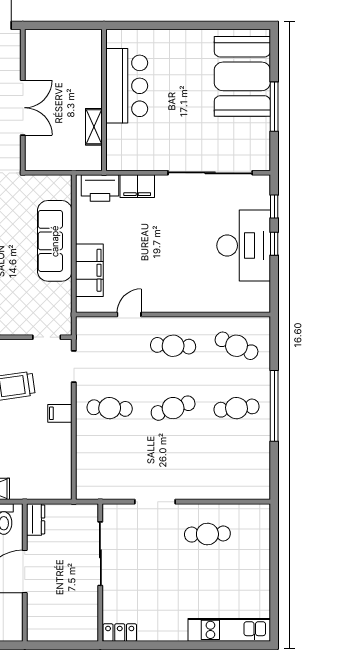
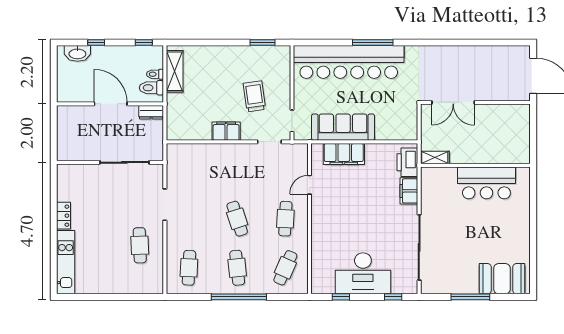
booth: (242, 76) -> (502, 279), width x0.73, depth x0.70
double door: (23, 108) -> (453, 102), moved
shelving: (94, 127) -> (435, 157), moved
sofa: (55, 241) -> (343, 127), moved
window: (274, 244) -> (341, 297), moved
door: (129, 315) -> (310, 185), swing flipped
cafe table: (110, 408) -> (189, 268), moved
filing cabinet: (60, 413) -> (226, 131), width x2.00
locker: (120, 633) -> (64, 216), moved

